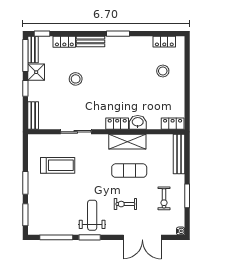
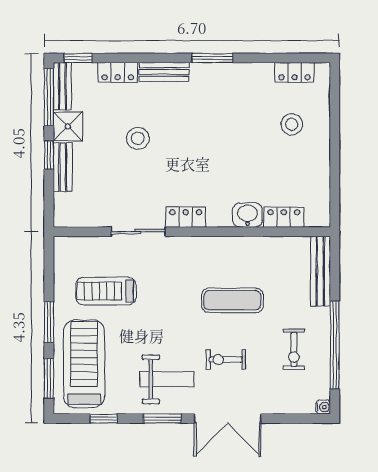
bench: (33, 115) -> (63, 167), moved
locker: (117, 124) -> (186, 217), moved
locker: (173, 124) -> (284, 217), moved
shelving: (127, 142) -> (229, 249), removed
treadmill: (58, 165) -> (106, 291), turned 180
window: (187, 196) -> (335, 345), width x2.11
treadmill: (45, 206) -> (84, 364), added
weight bench: (92, 215) -> (167, 379), turned 90
window: (56, 237) -> (104, 419), width x0.46
double door: (142, 237) -> (227, 419), moved

